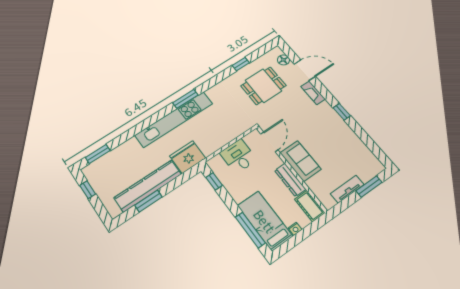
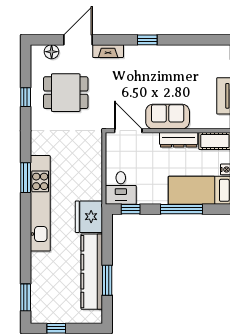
dining table: (263, 86) -> (66, 93), turned 90
desk: (238, 156) -> (121, 188), moved, turned -90
window: (250, 230) -> (181, 209), moved

